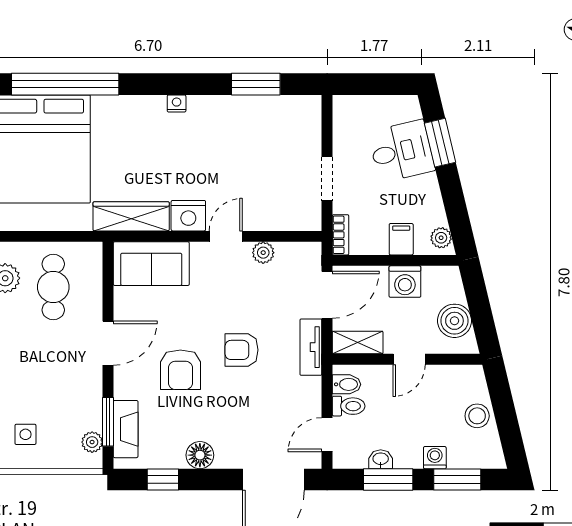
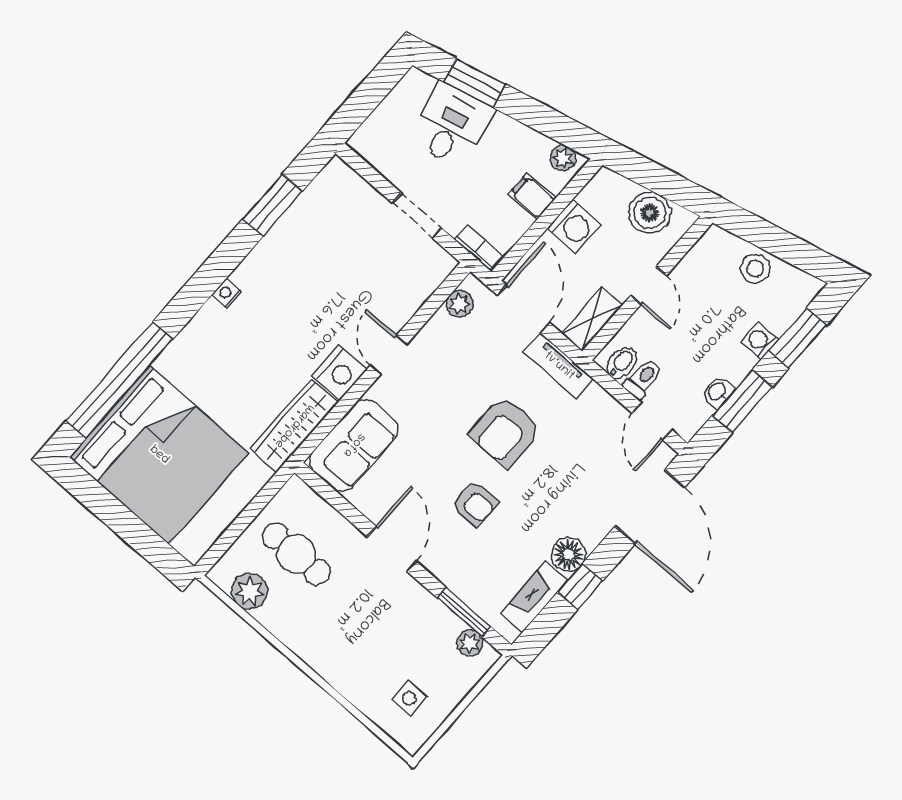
plant: (263, 253) -> (460, 304), moved
armchair: (242, 350) -> (505, 432), width x1.38, depth x1.38
armchair: (180, 370) -> (475, 504), width x0.72, depth x0.72
fireplace: (126, 429) -> (534, 597), moved, turned -90
window: (163, 479) -> (580, 587), moved

